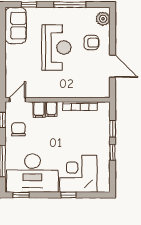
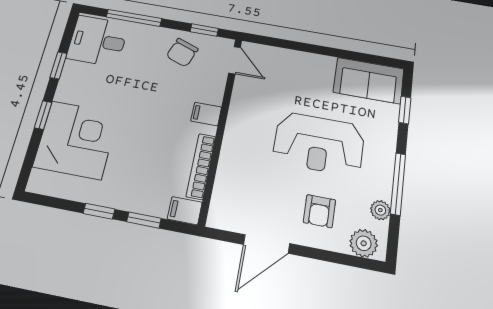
plant: (85, 12) -> (380, 210), added
filing cabinet: (39, 110) -> (185, 211), moved
chair: (18, 129) -> (182, 52), turned 110
desk: (32, 173) -> (98, 41), width x0.53, depth x0.77
window: (21, 195) -> (58, 65), moved

